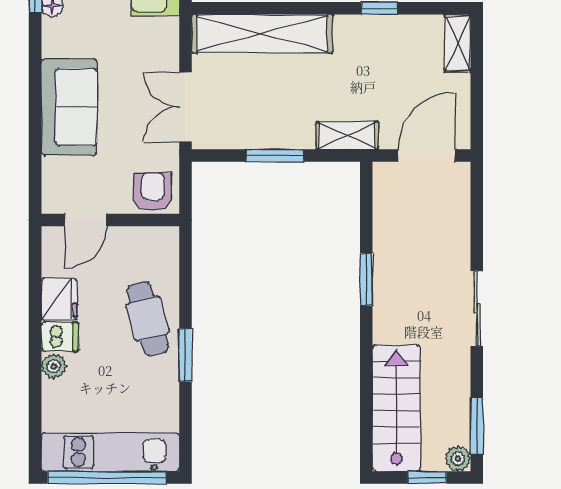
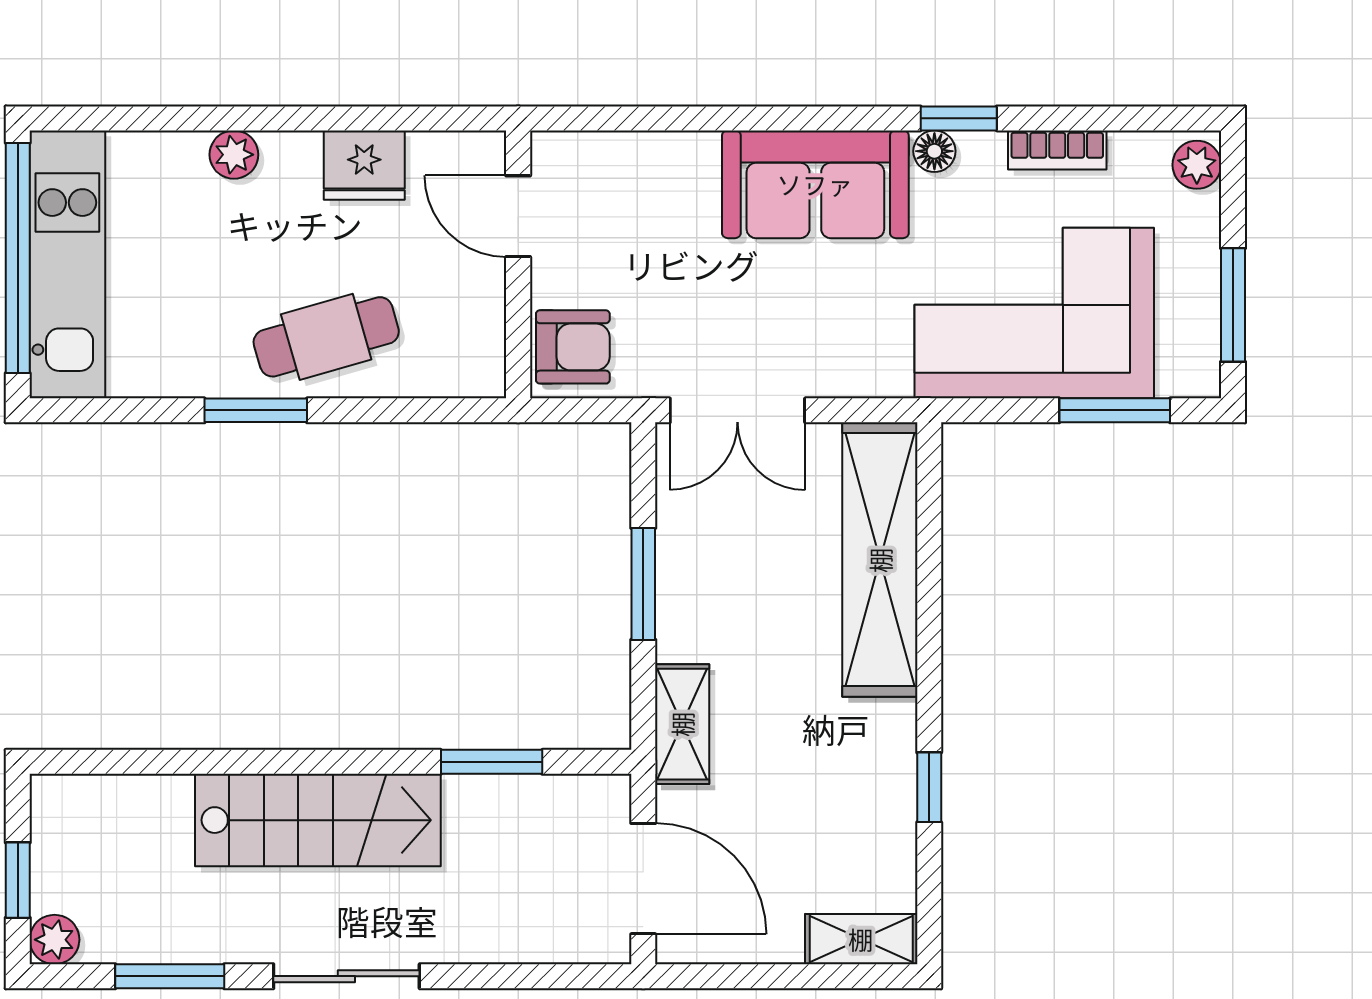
sofa: (69, 107) -> (815, 184), moved
double door: (185, 107) -> (737, 410), swing flipped
window: (366, 280) -> (492, 762), moved
dishwasher: (60, 337) -> (291, 167), removed
stairs: (396, 408) -> (318, 820), moved
window: (477, 426) -> (170, 976), moved

